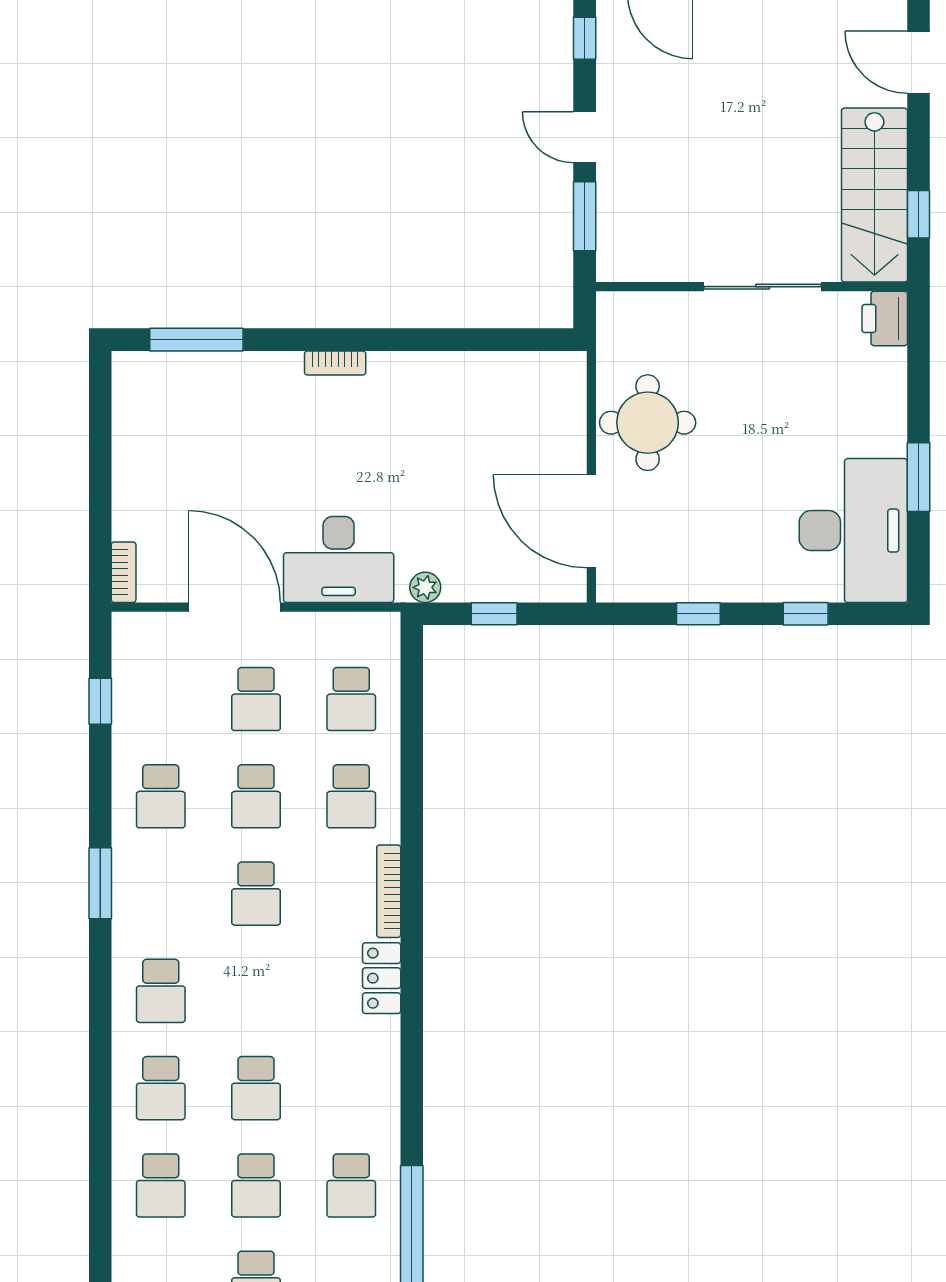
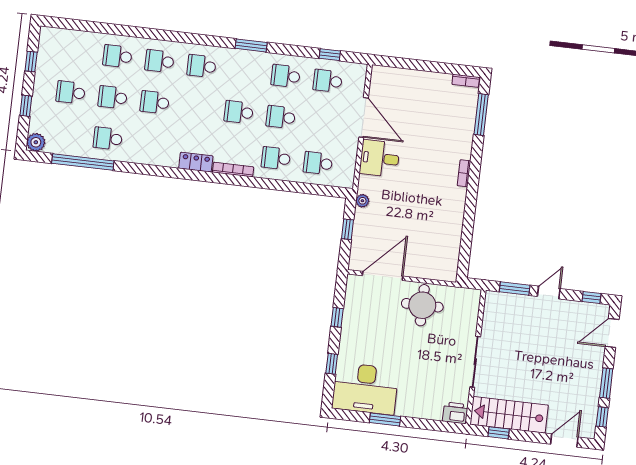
desk: (339, 559) -> (380, 158), width x0.73
bookcase: (124, 572) -> (466, 81), moved
door: (234, 607) -> (364, 117), hinge flipped
school desk: (256, 699) -> (328, 81), moved

